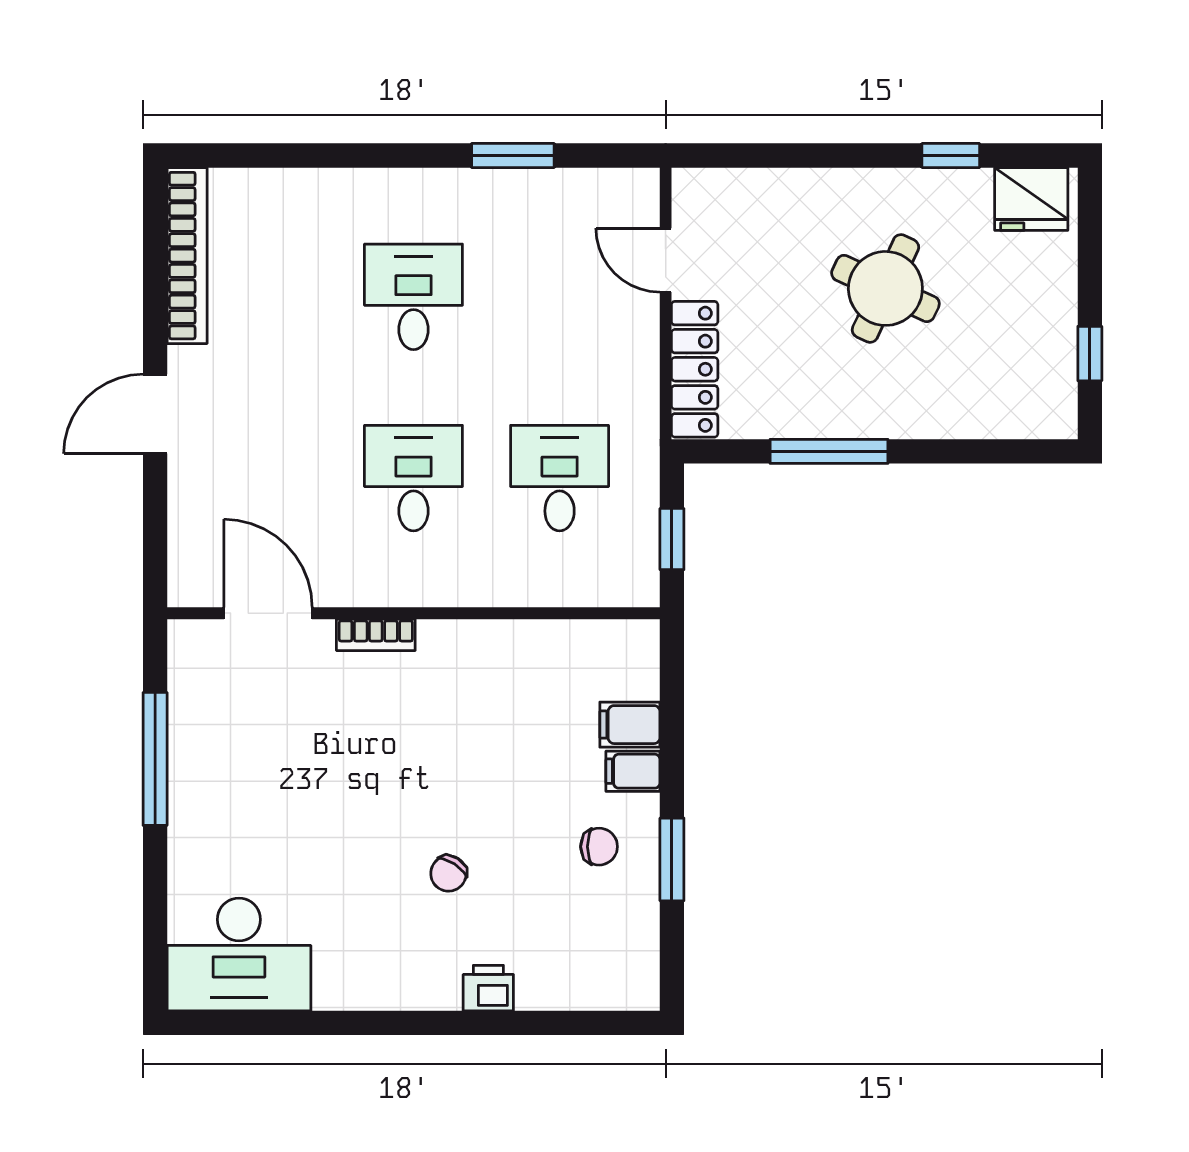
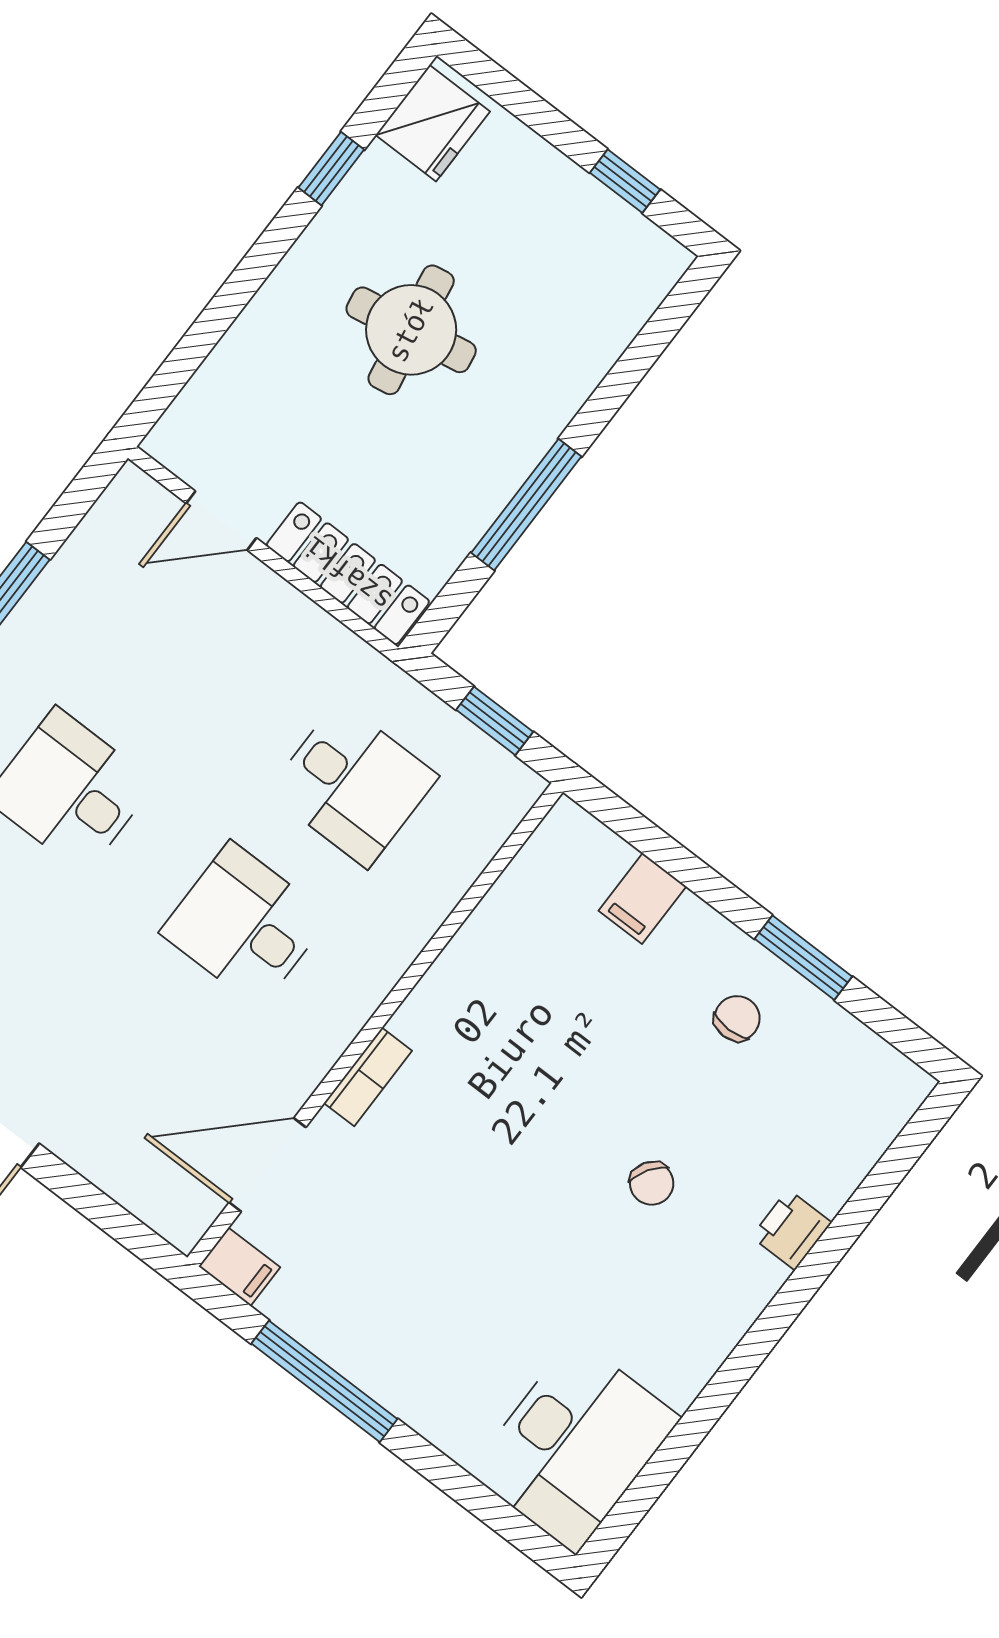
round table: (885, 288) -> (411, 330), turned -35
desk: (560, 478) -> (353, 784), turned 180
filing cabinet: (633, 771) -> (239, 1267), moved, turned -90

